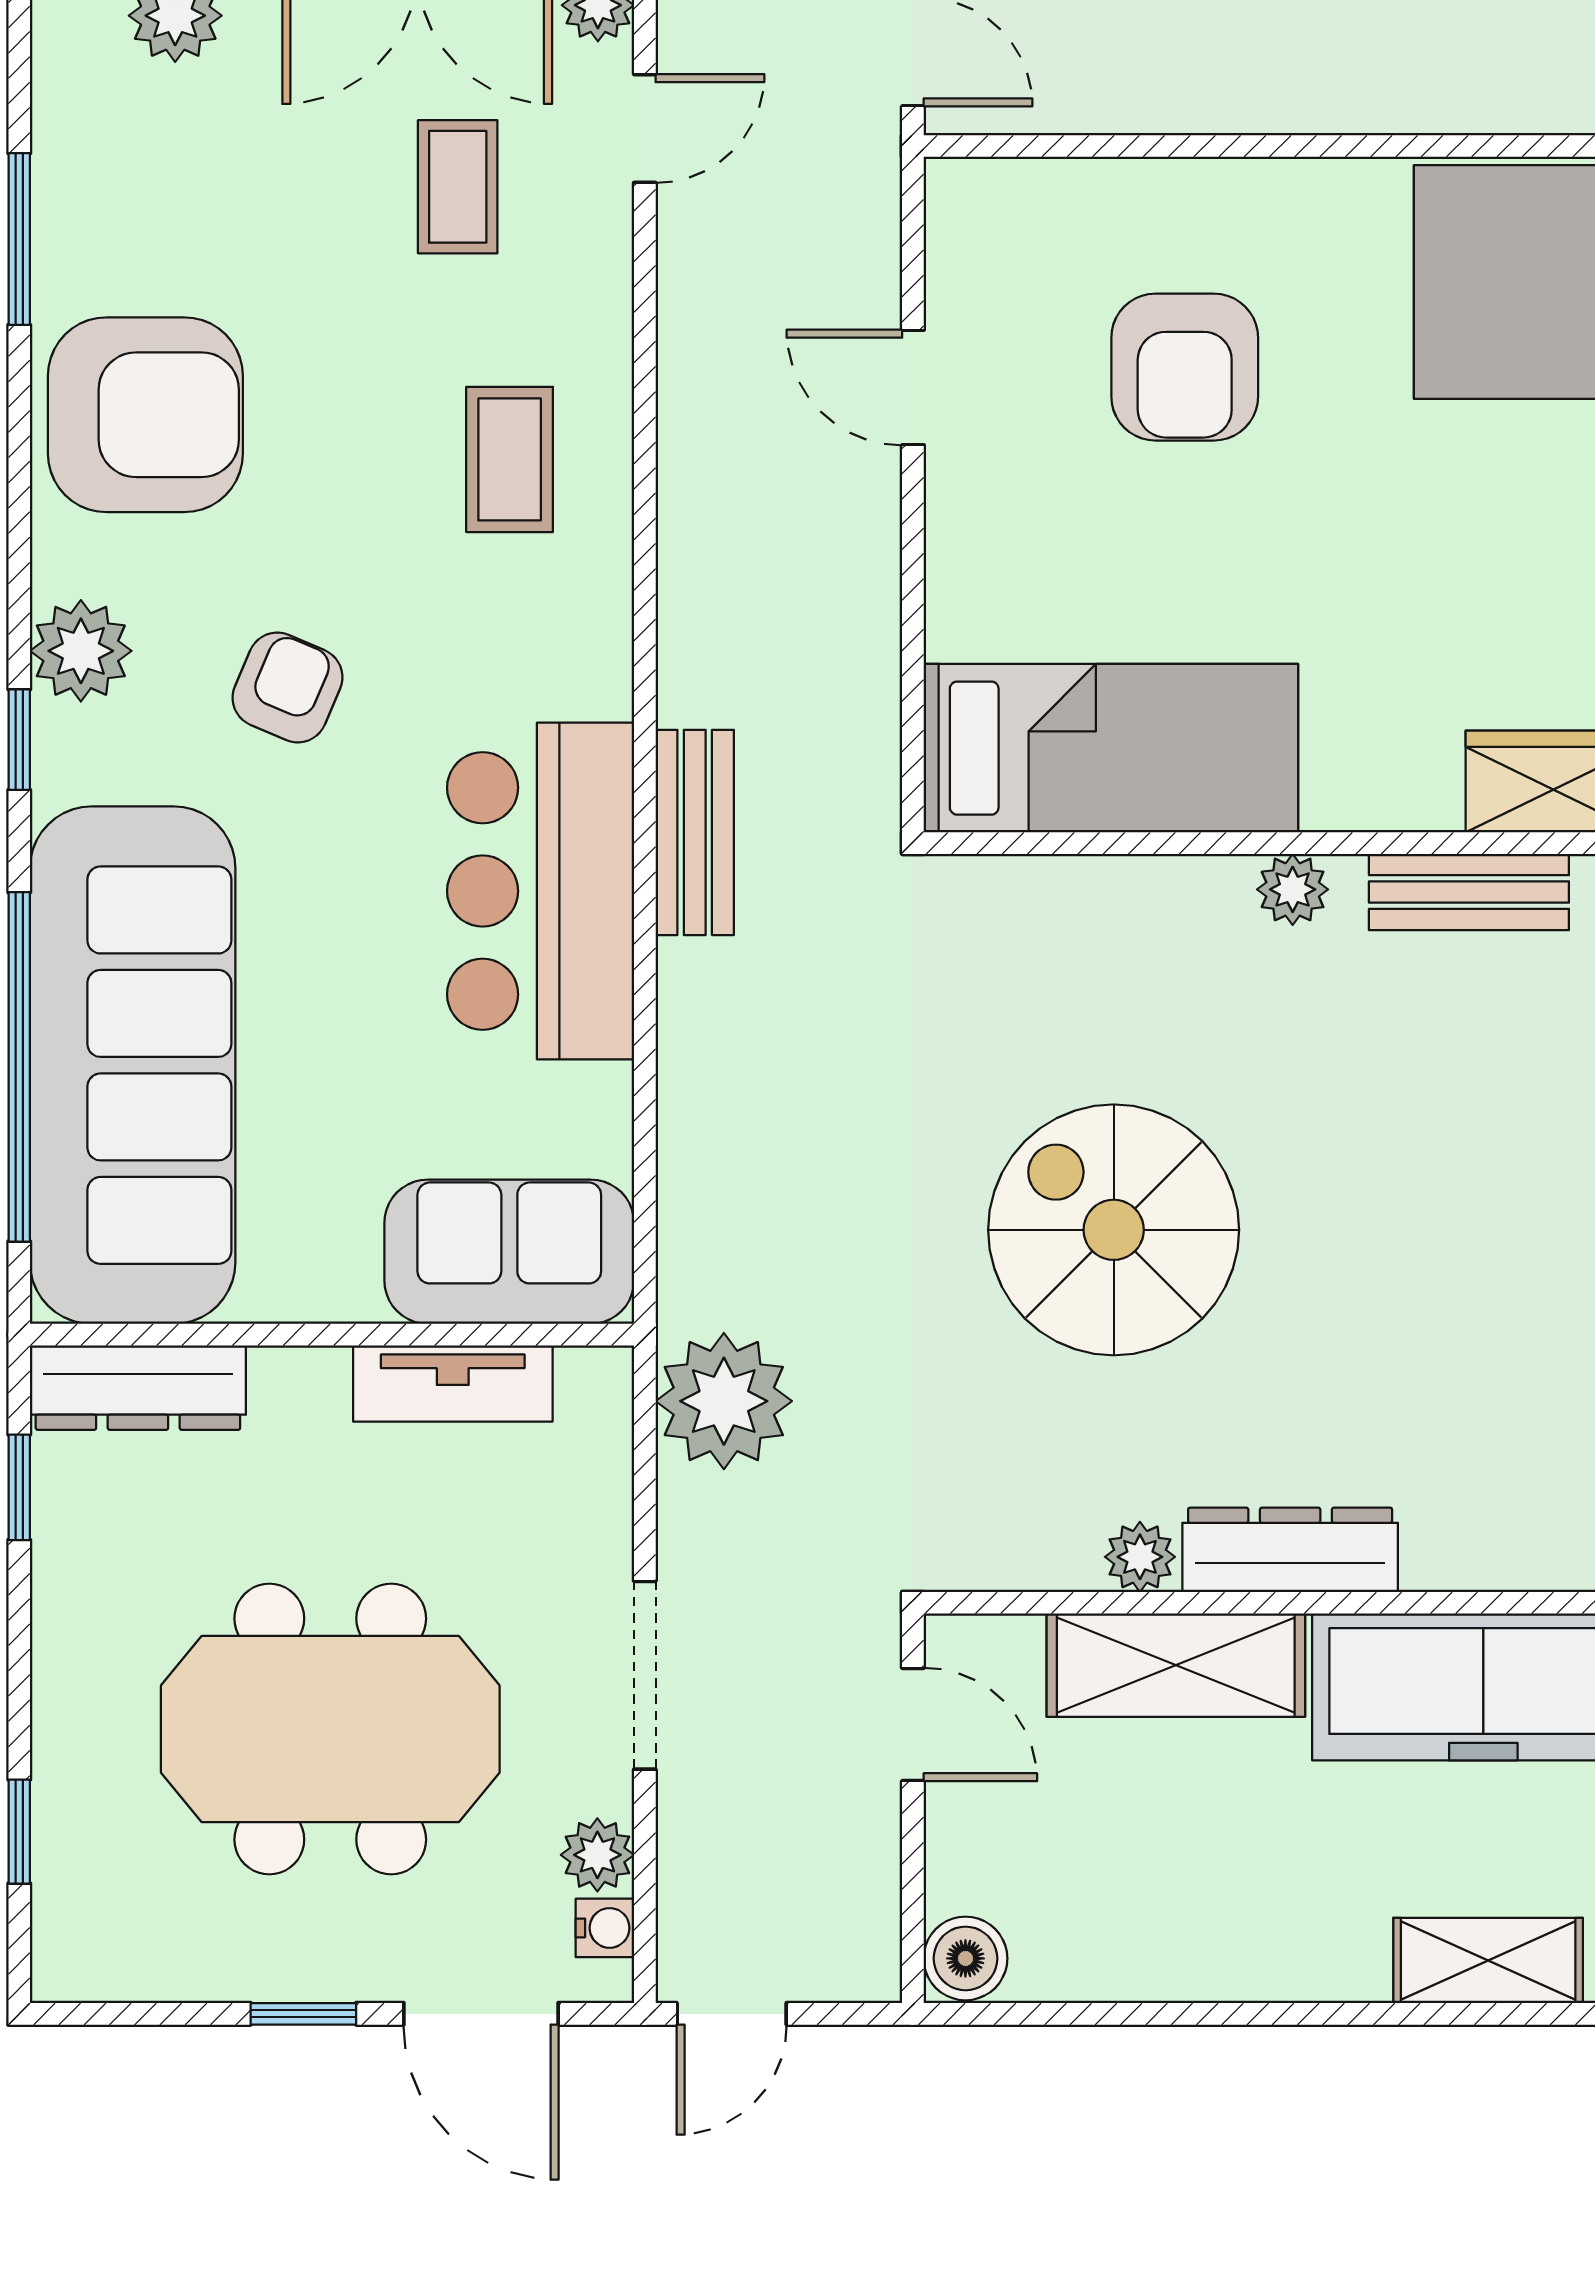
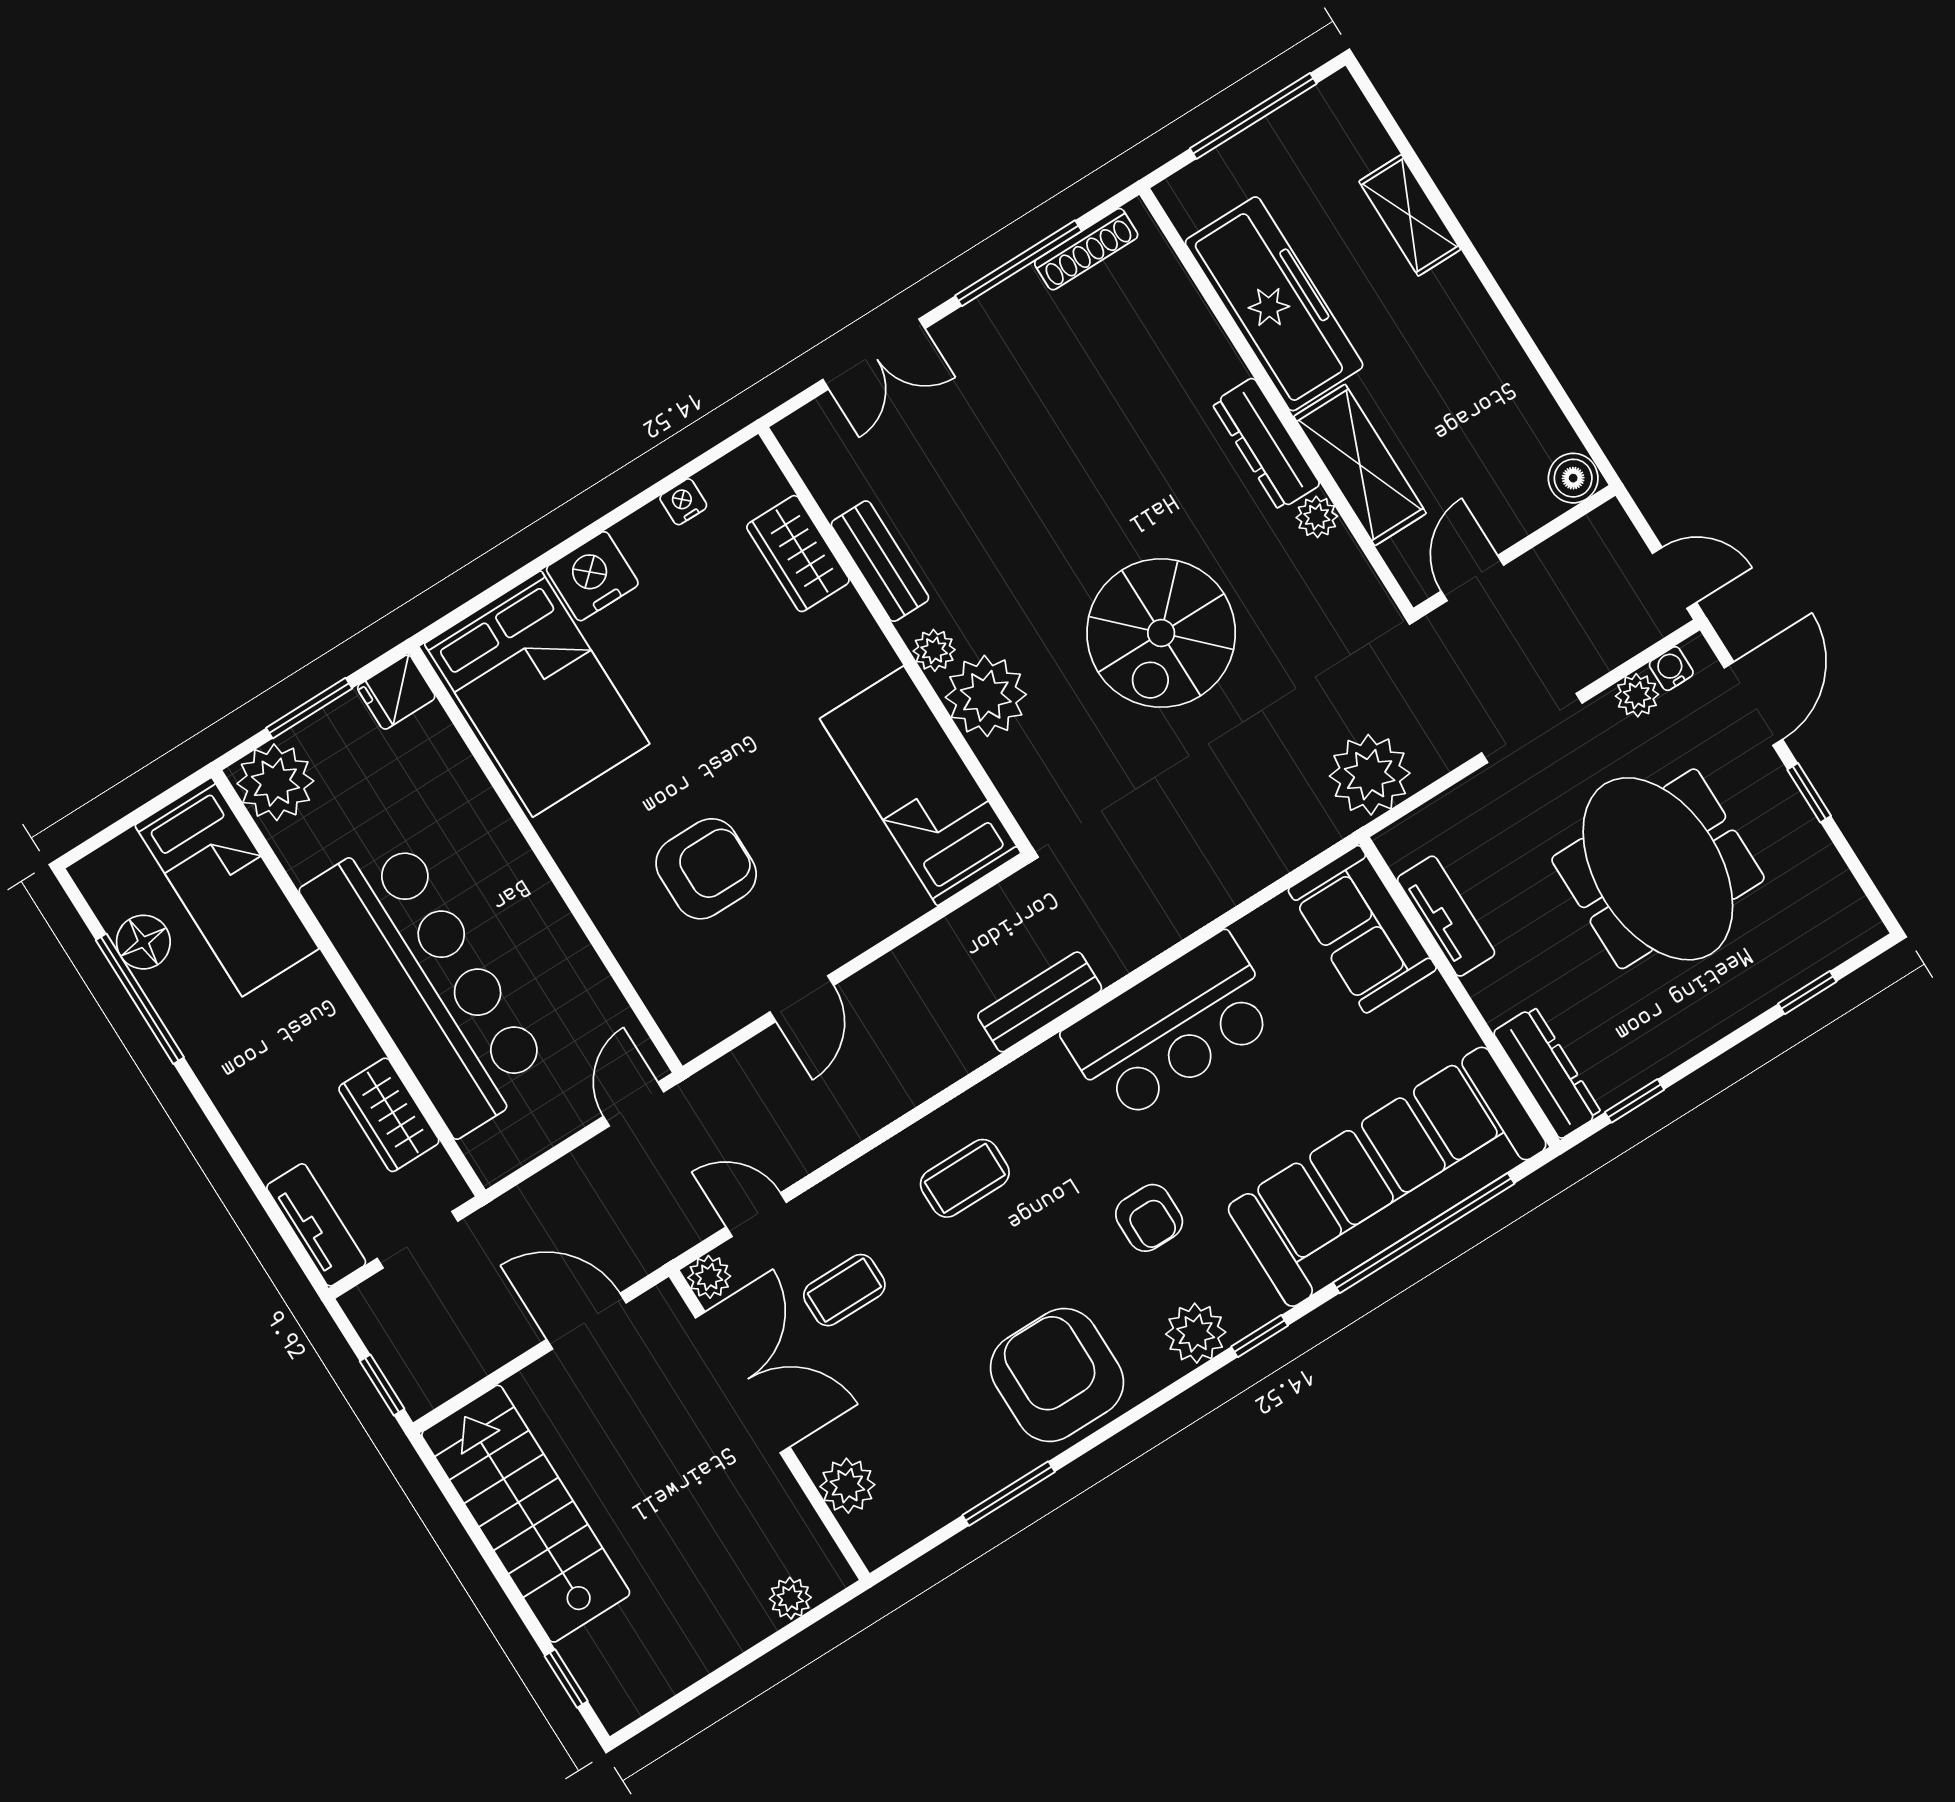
armchair: (288, 687) -> (1149, 1218), turned -113
bench: (695, 832) -> (1040, 1002), moved
plant: (1181, 923) -> (986, 696), added

